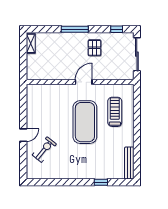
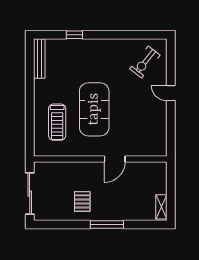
window: (117, 29) -> (55, 224), removed
door: (84, 82) -> (115, 159), moved
door: (23, 135) -> (171, 93), hinge flipped
exercise bike: (44, 150) -> (145, 62), moved

